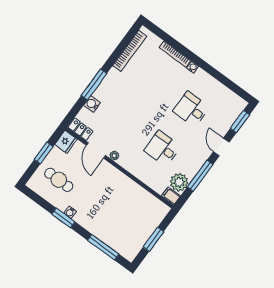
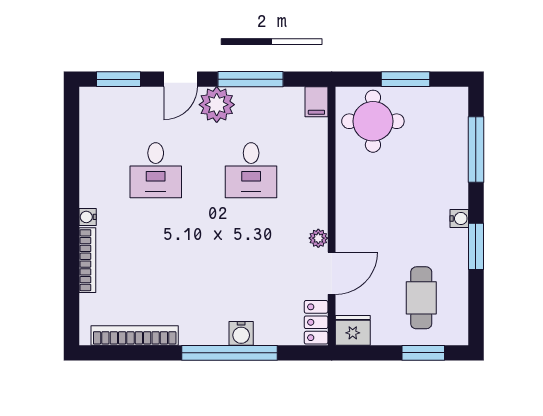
window: (94, 85) -> (229, 353), width x1.46
water cooler: (92, 104) -> (241, 333), moved
window: (44, 153) -> (423, 353), moved
plant: (179, 182) -> (217, 105), moved
water cooler: (70, 212) -> (459, 219), moved
round table: (146, 213) -> (373, 121), added

